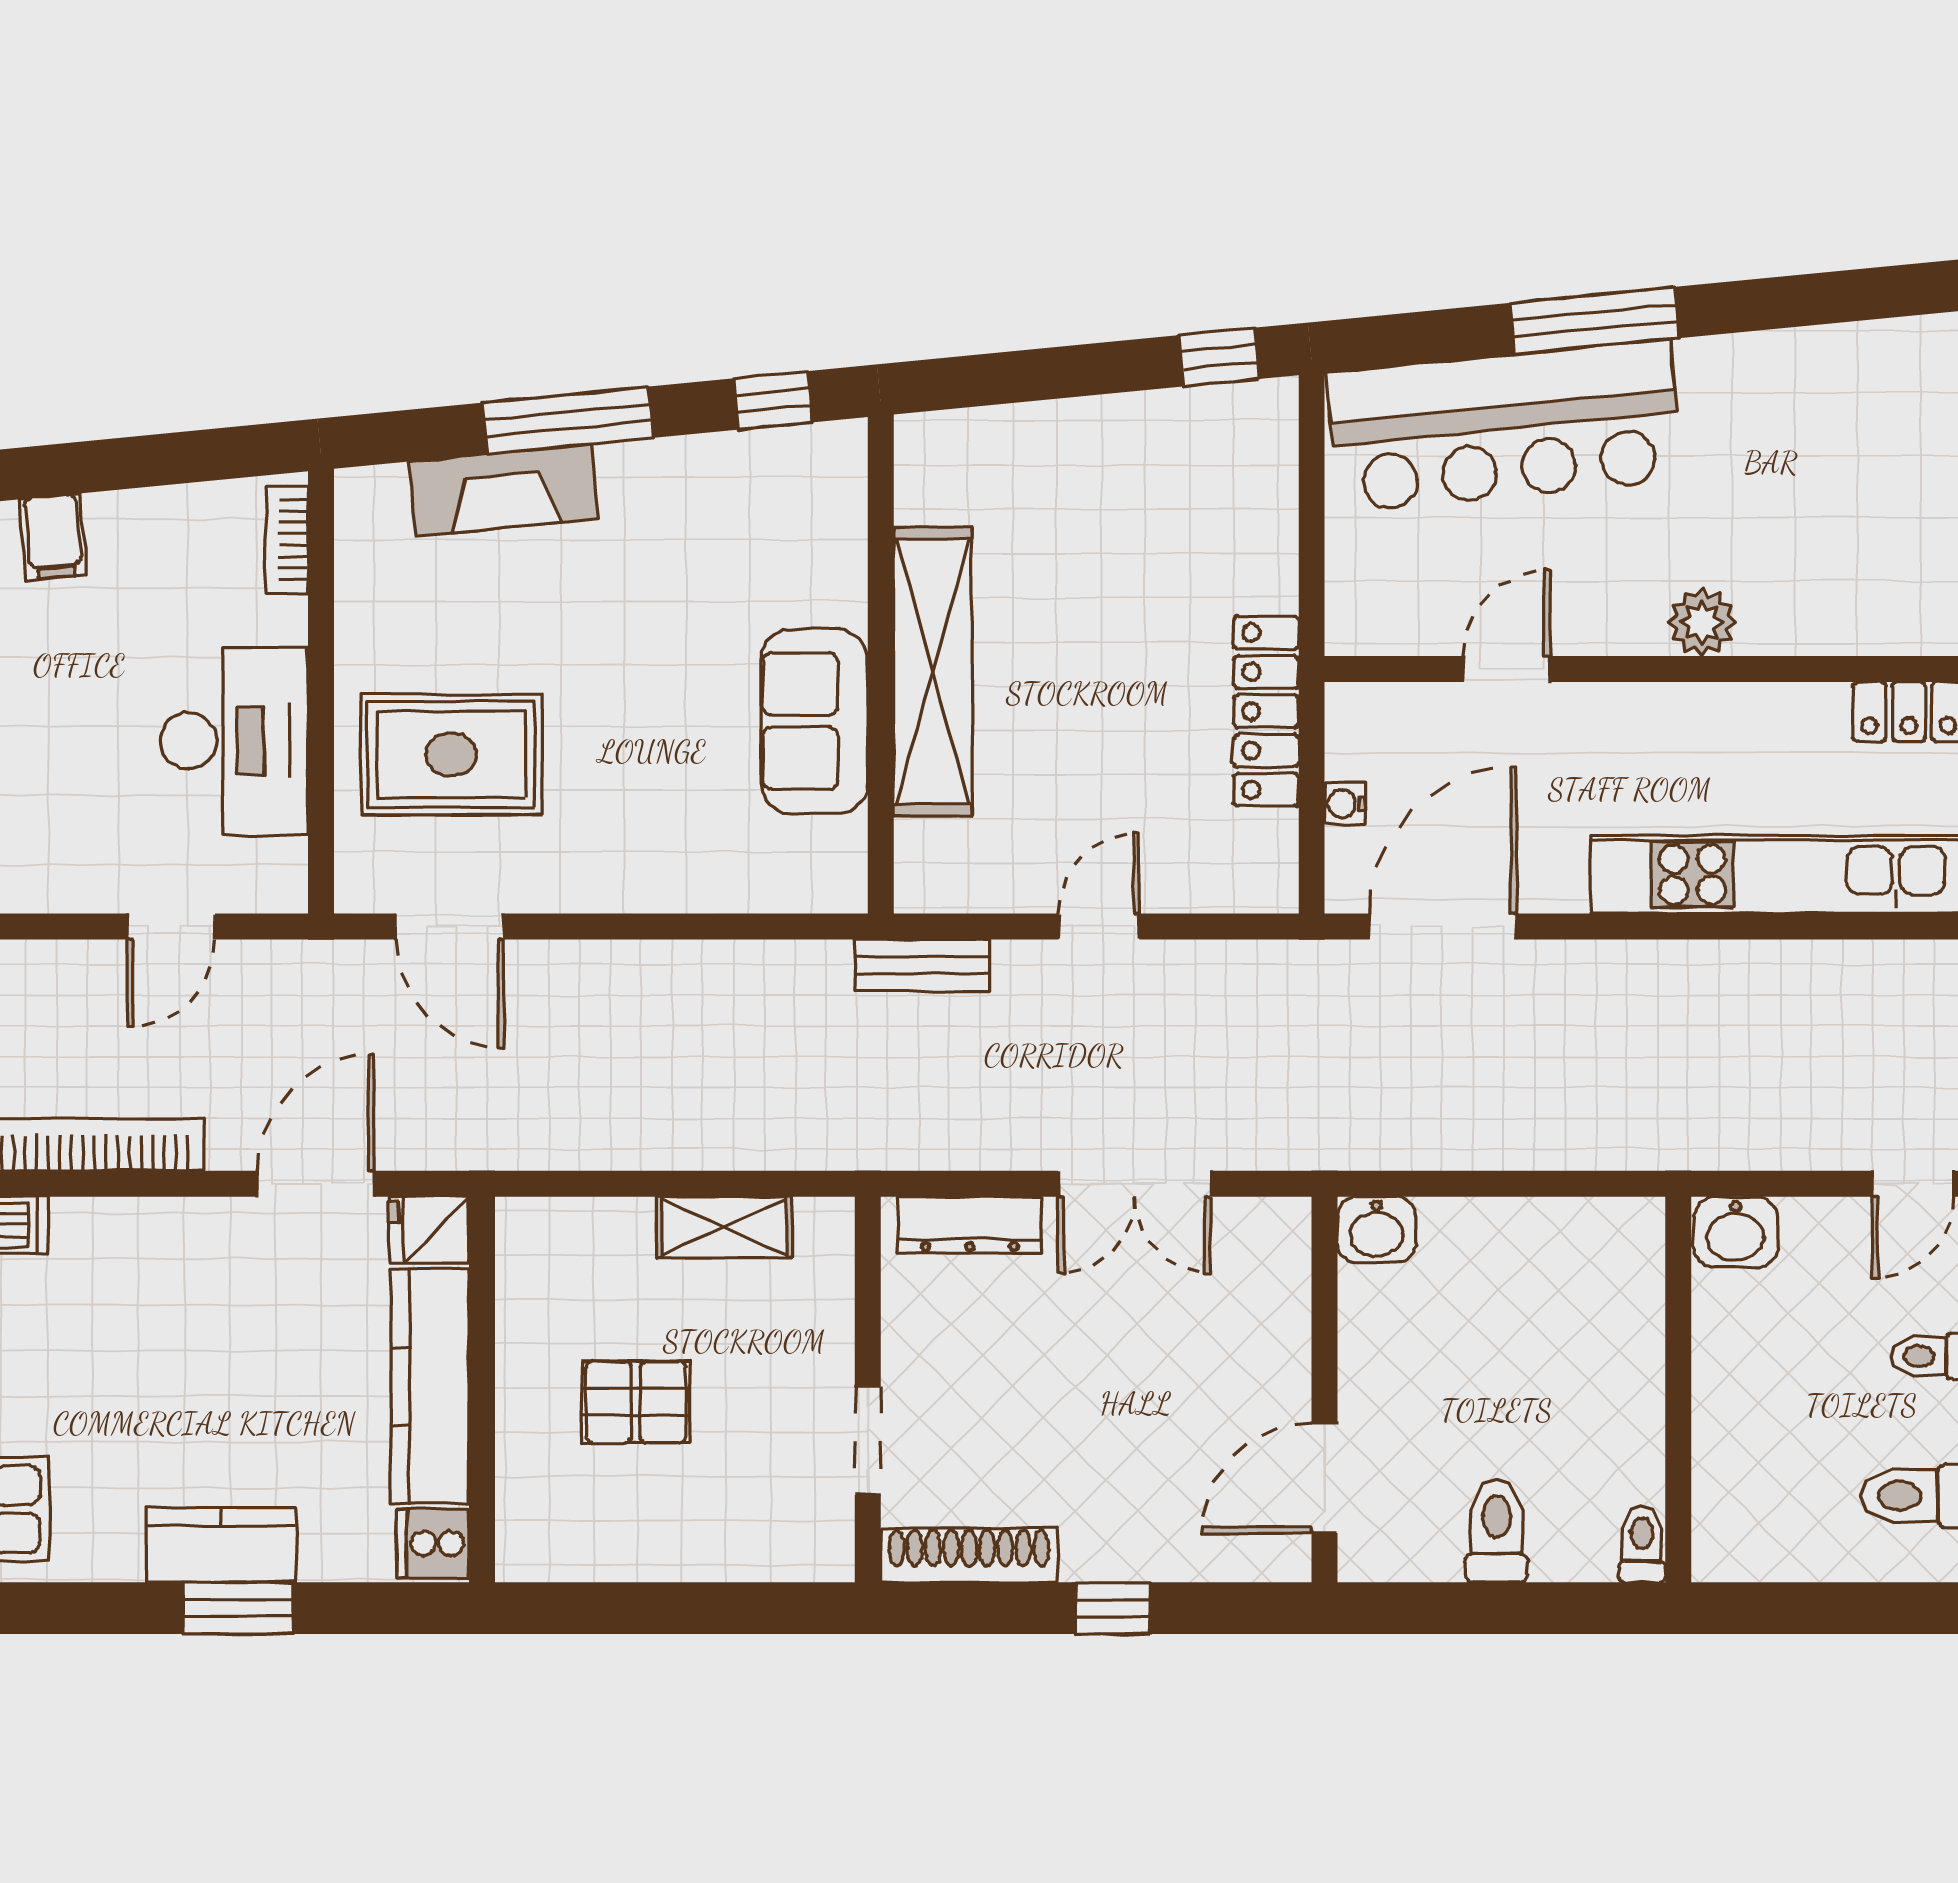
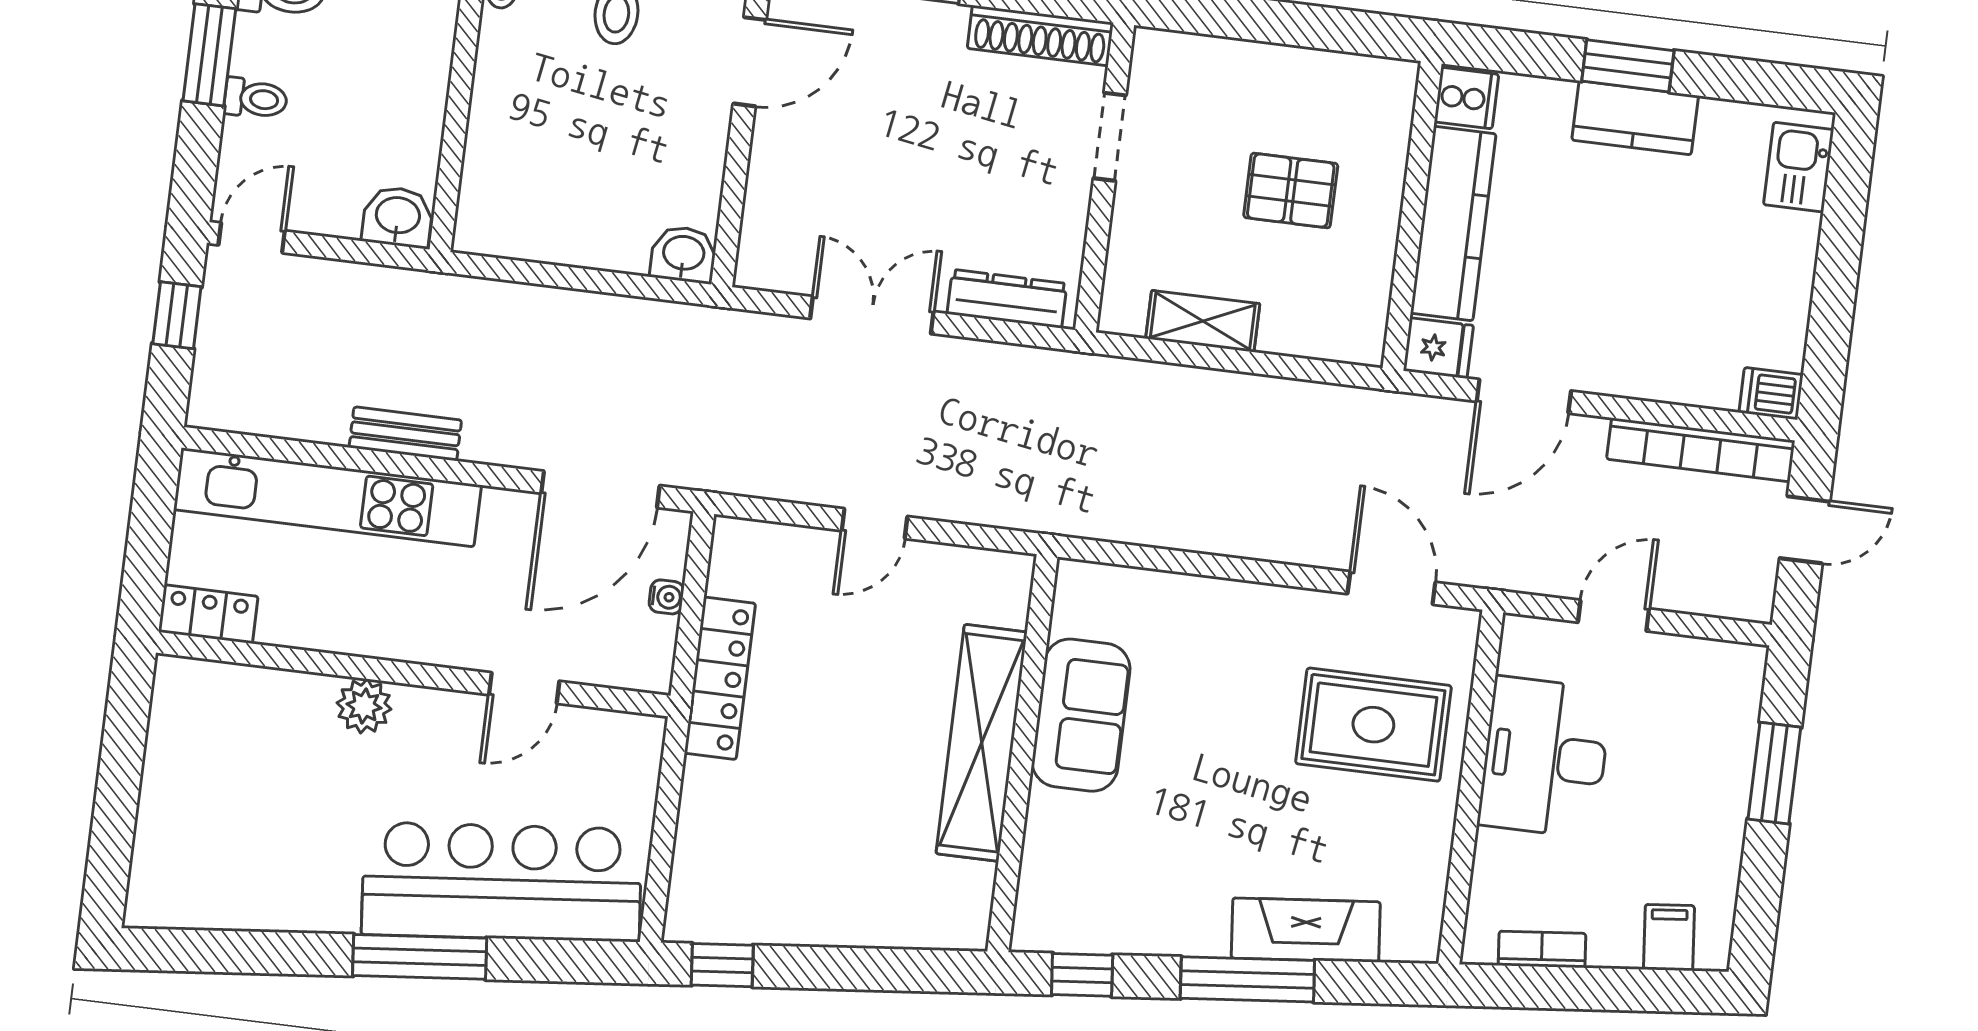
bookcase: (287, 539) -> (1542, 949), moved, turned -96
bench: (923, 965) -> (405, 434), moved

